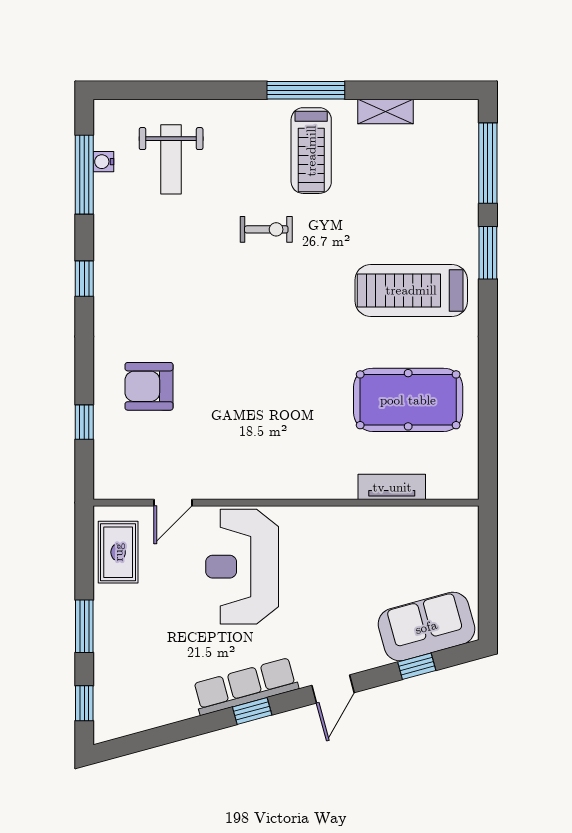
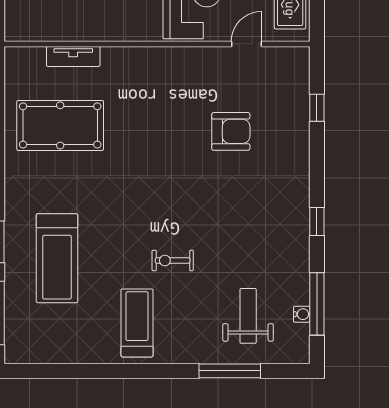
window: (306, 90) -> (230, 371), moved
shelving: (386, 112) -> (78, 354), removed
treadmill: (411, 290) -> (57, 258), moved, turned 90
armchair: (149, 386) -> (231, 131), moved

